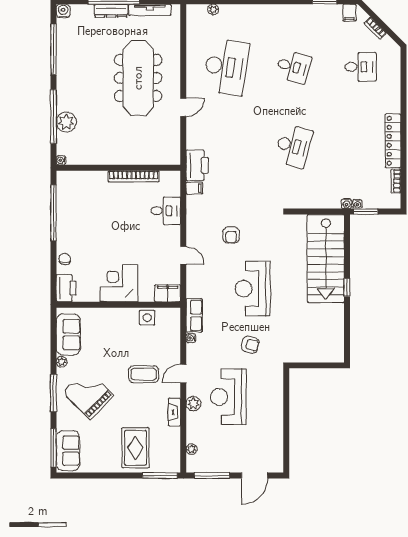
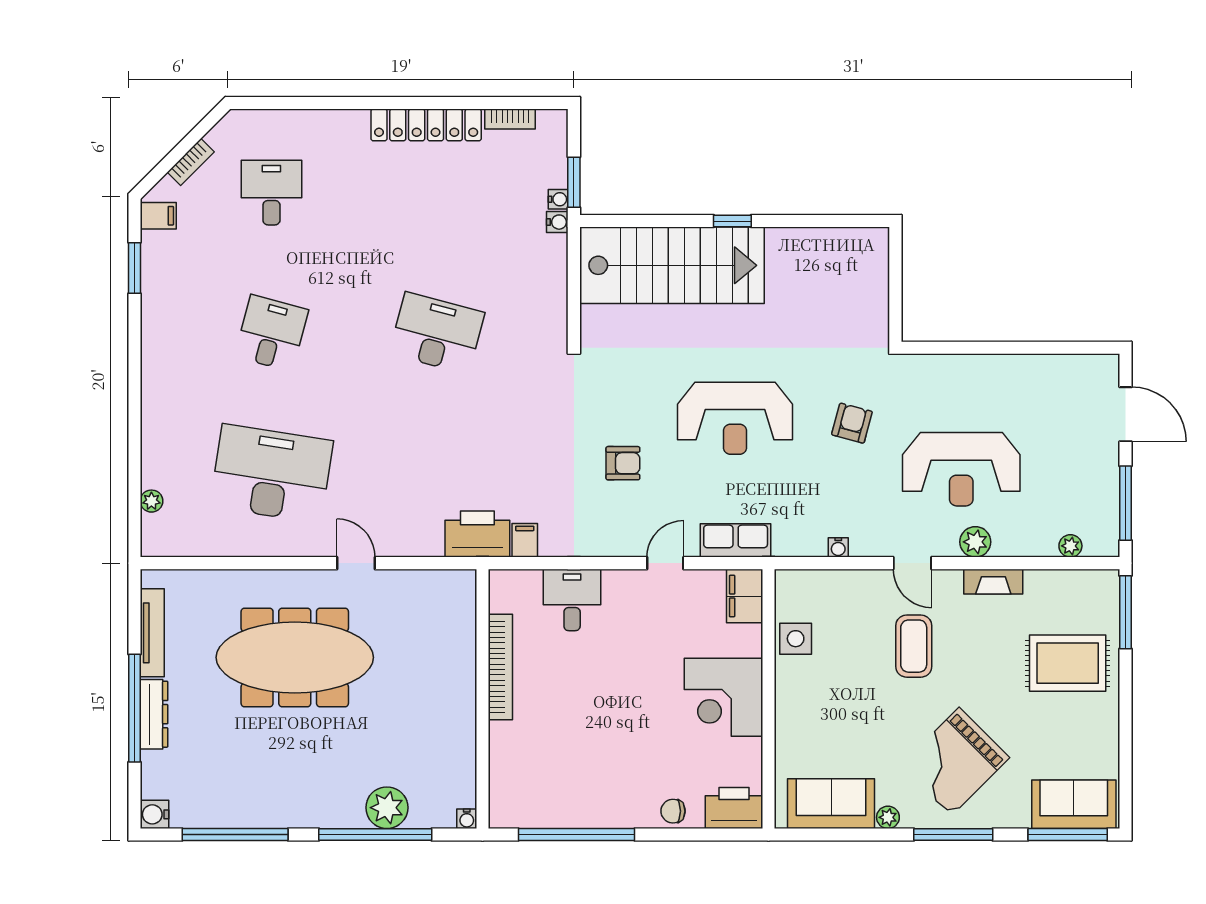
row of seats: (194, 315) -> (736, 540), moved

